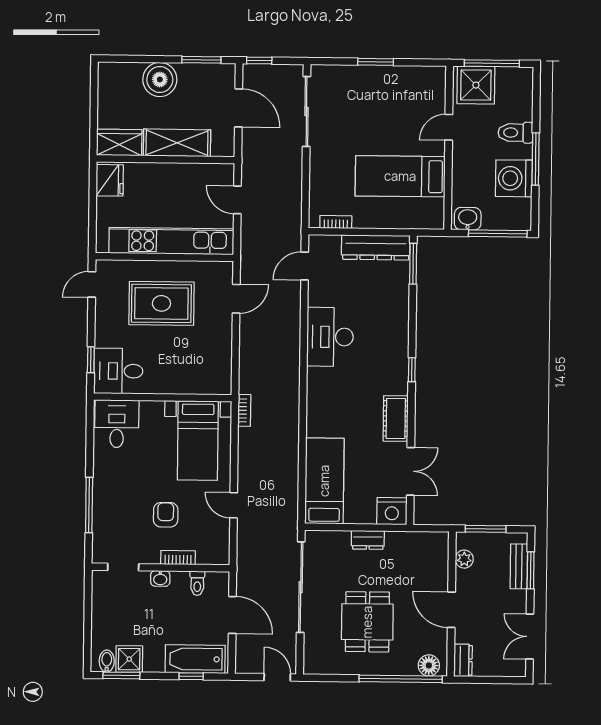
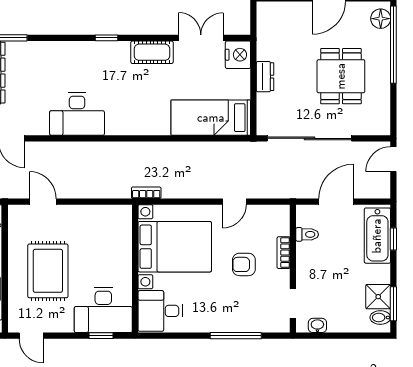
desk: (118, 371) -> (103, 310), width x1.37
bed with nightstands: (198, 441) -> (175, 247), width x1.36
washbasin: (160, 578) -> (317, 325), moved, turned -90
dining table: (367, 622) -> (341, 76), turned 90

